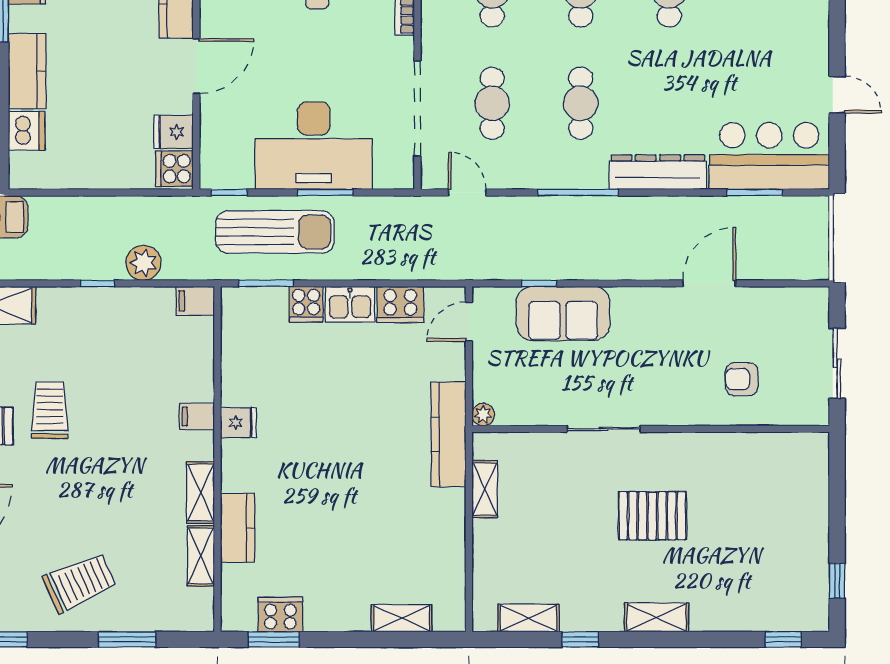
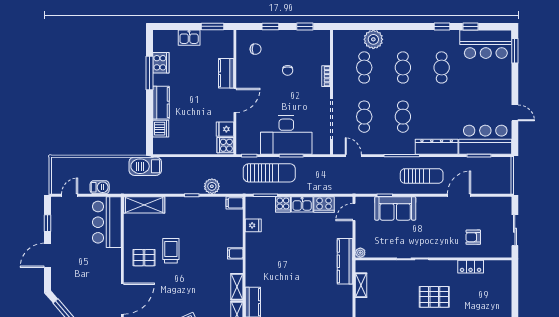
sun lounger: (624, 239) -> (422, 176), added
fridge: (238, 423) -> (253, 225), moved
locker: (736, 447) -> (471, 267), added

